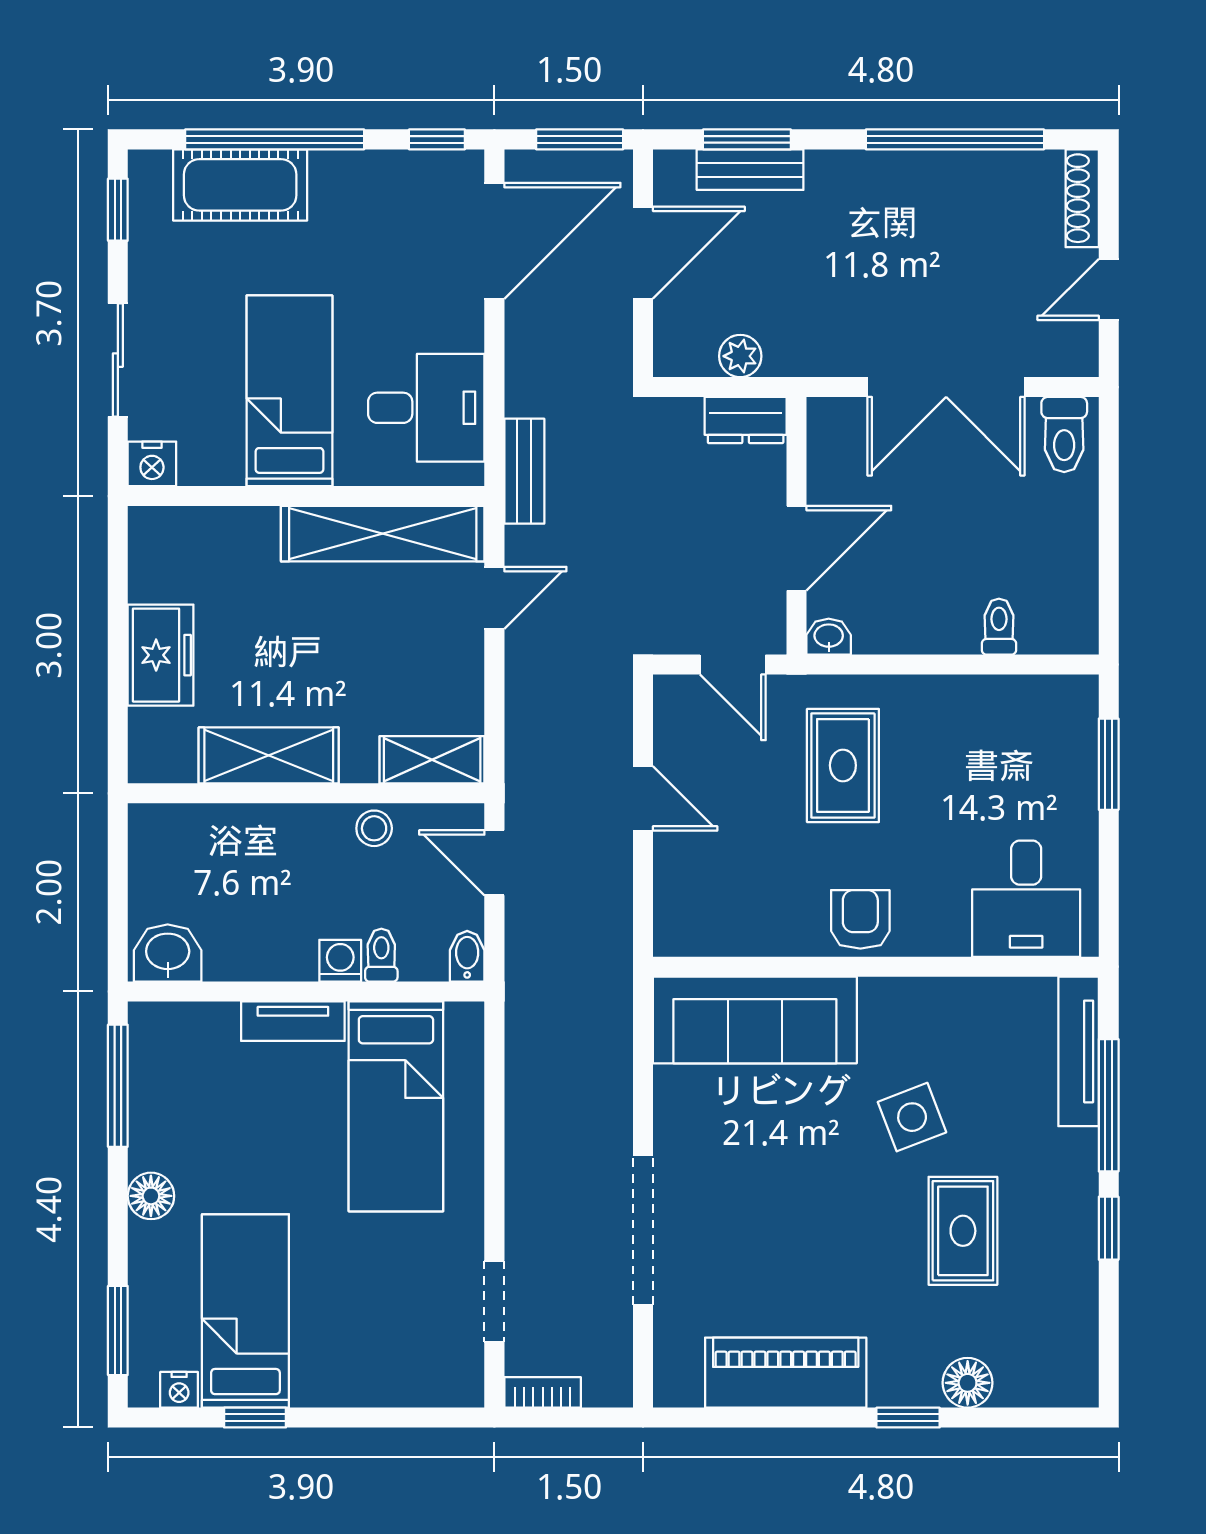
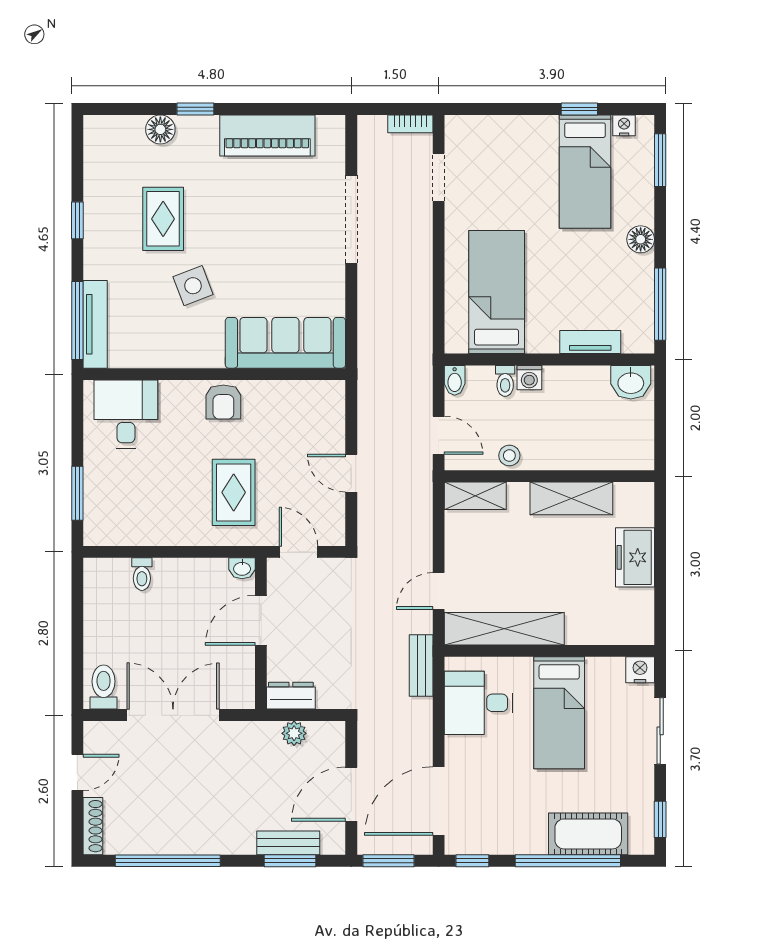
tv unit: (293, 1021) -> (590, 342), moved
window: (1109, 1105) -> (77, 321), moved

